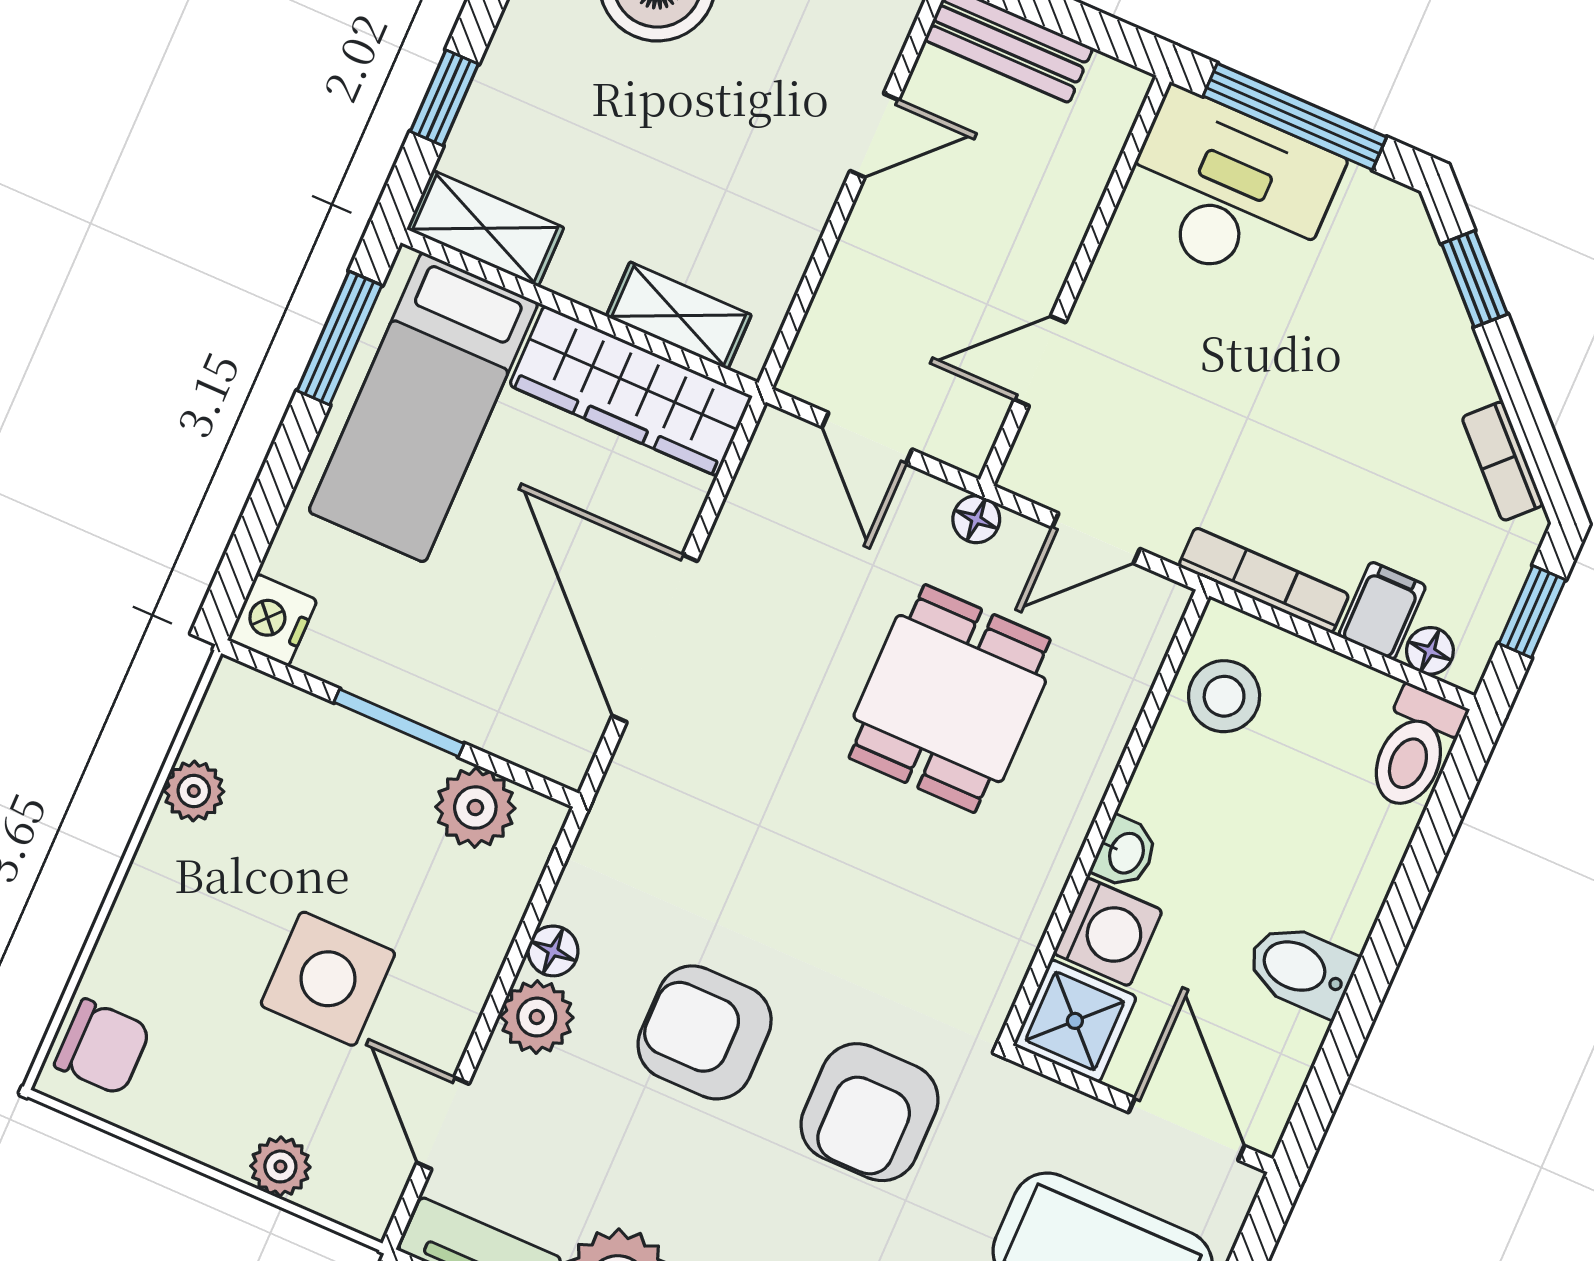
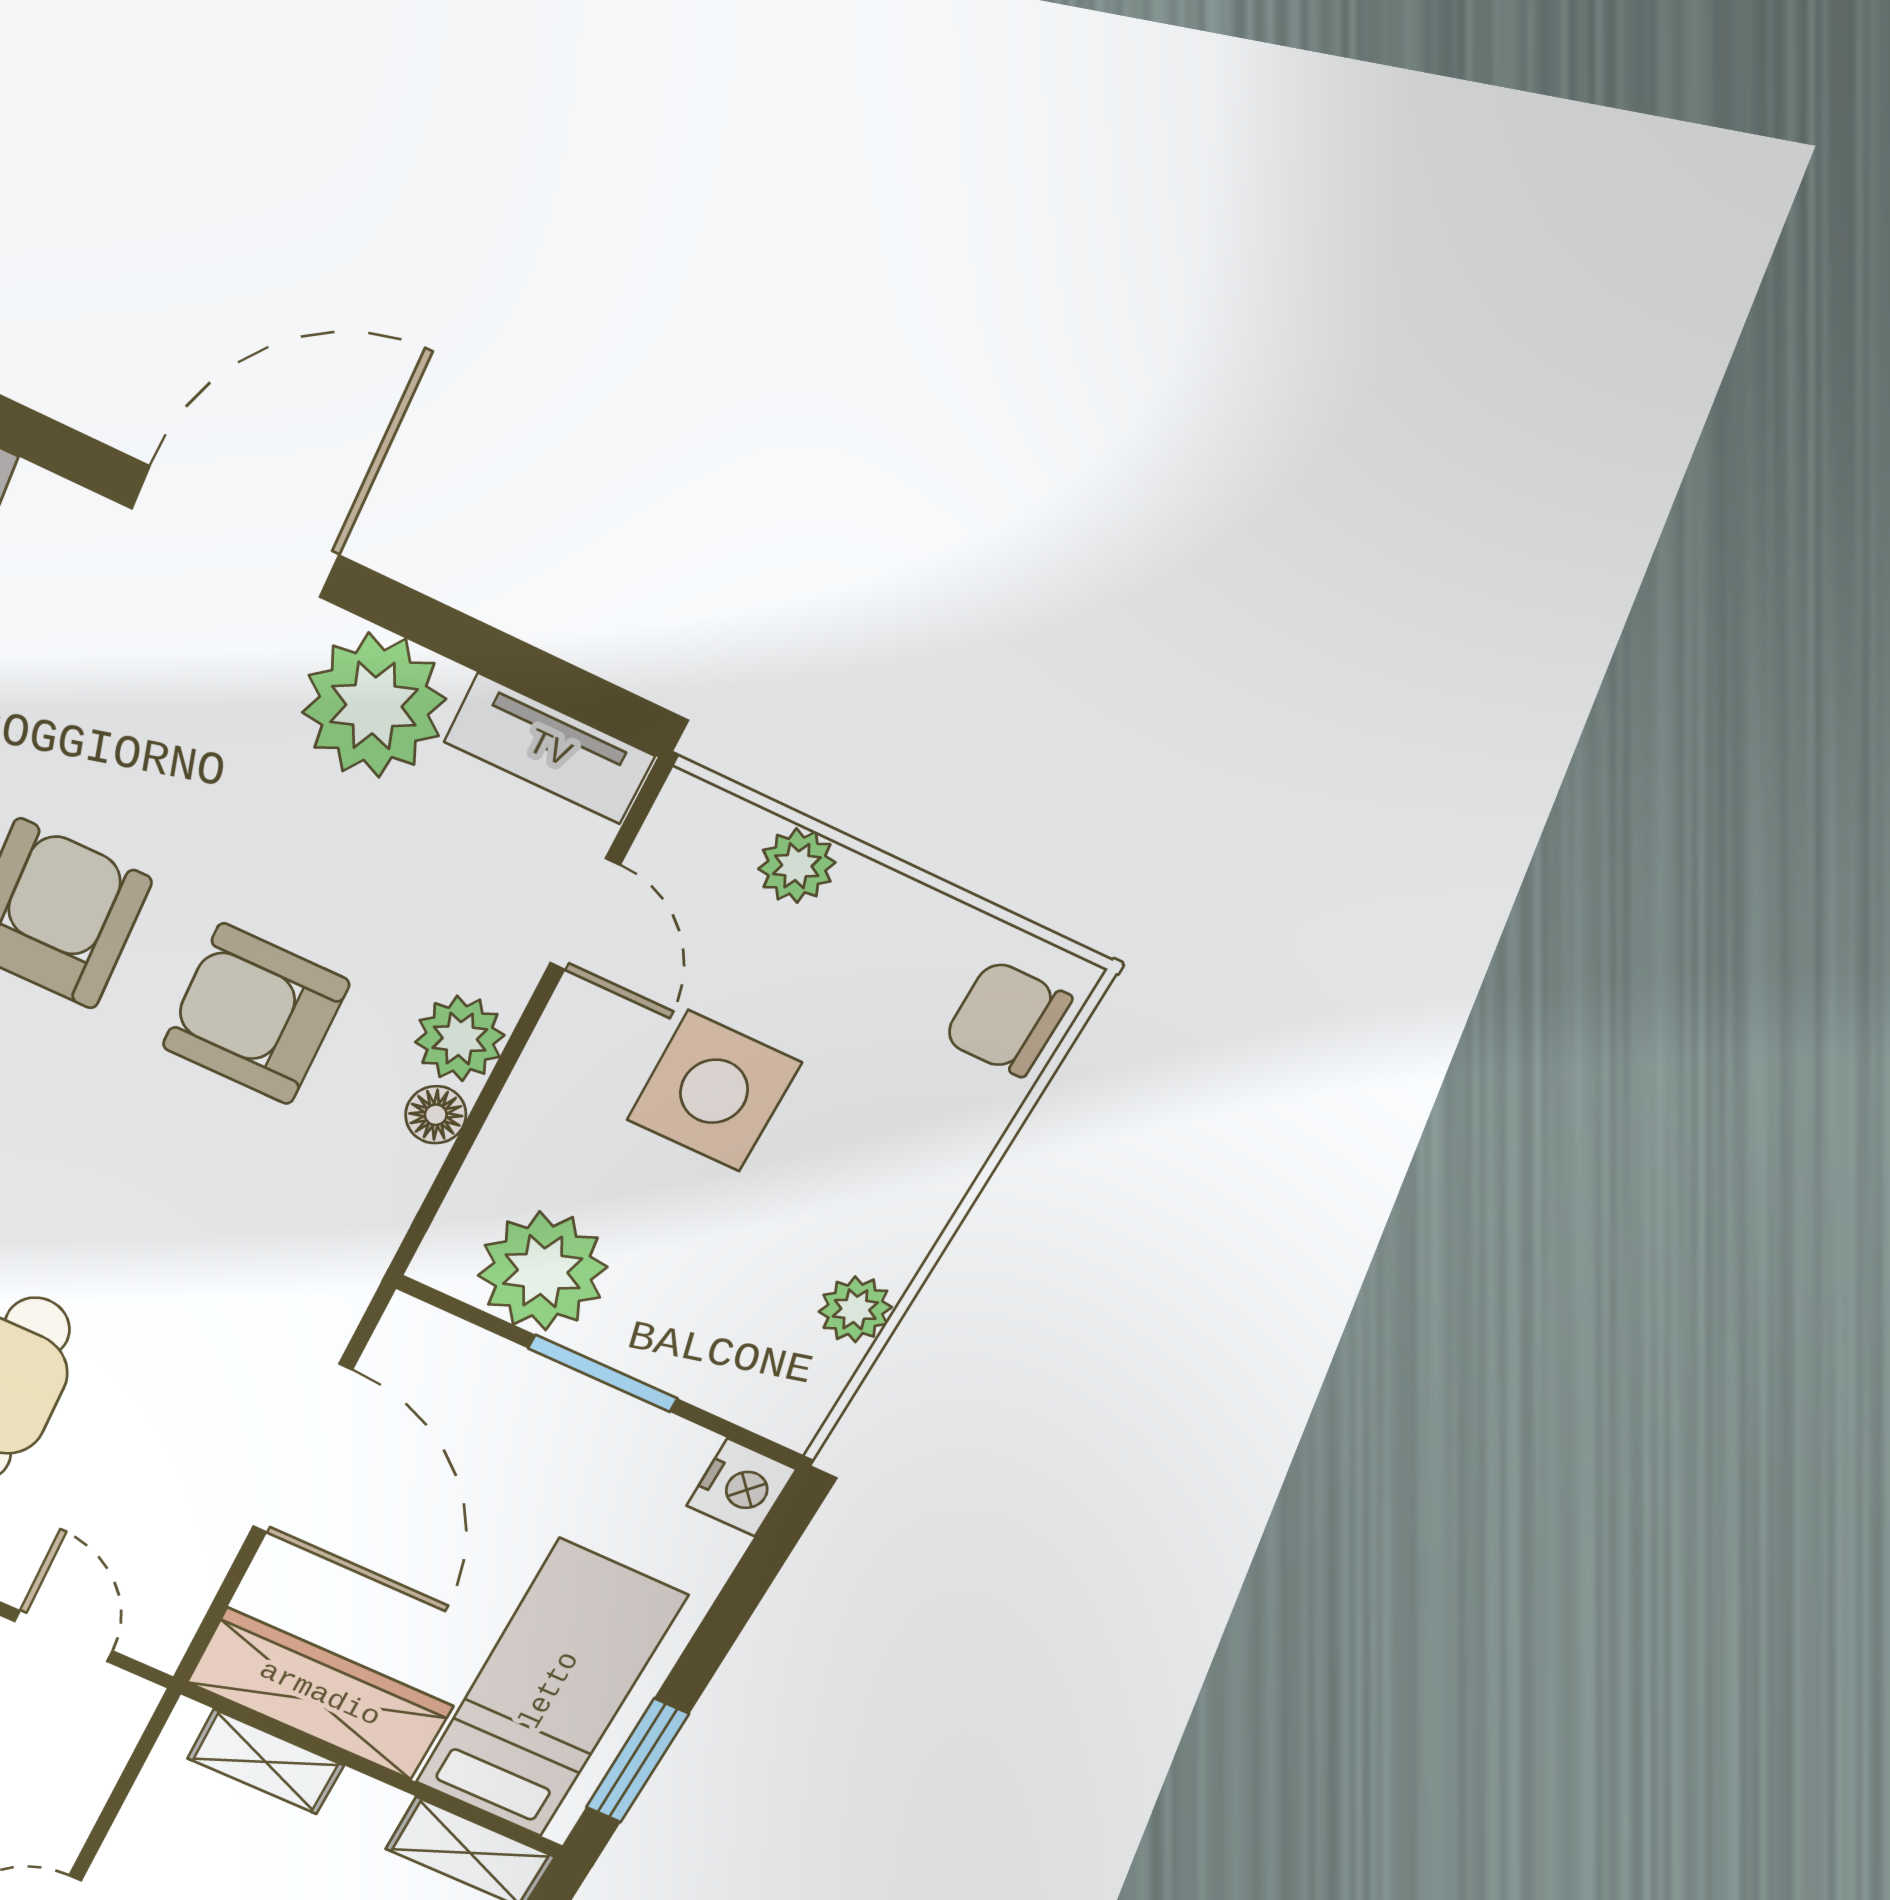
plant: (475, 808) -> (543, 1271), width x1.36, depth x1.36
armchair: (705, 1032) -> (256, 1014), turned 180

